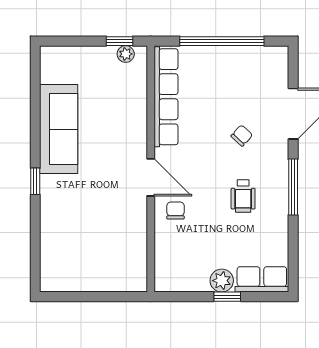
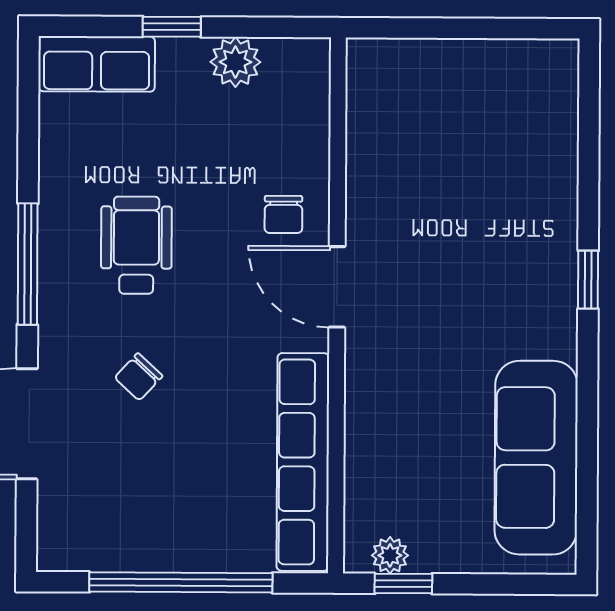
sofa: (59, 129) -> (536, 458), moved
wheelchair: (243, 196) -> (136, 245), width x1.36, depth x1.37
plant: (222, 281) -> (235, 62), moved

